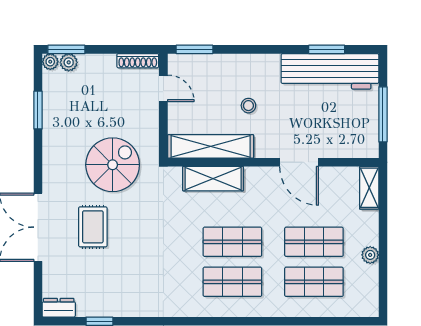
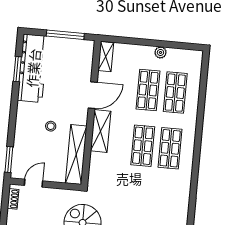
shoe rack: (138, 61) -> (13, 199), width x0.70
shelving: (213, 179) -> (101, 131), moved
shelving: (369, 188) -> (106, 57), moved, turned 90

